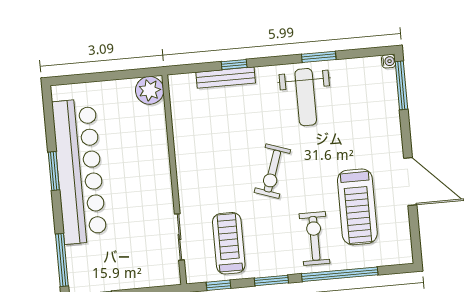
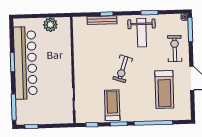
plant: (150, 90) -> (50, 25), moved
exercise bike: (314, 238) -> (175, 48), moved
treadmill: (229, 243) -> (112, 105), moved

